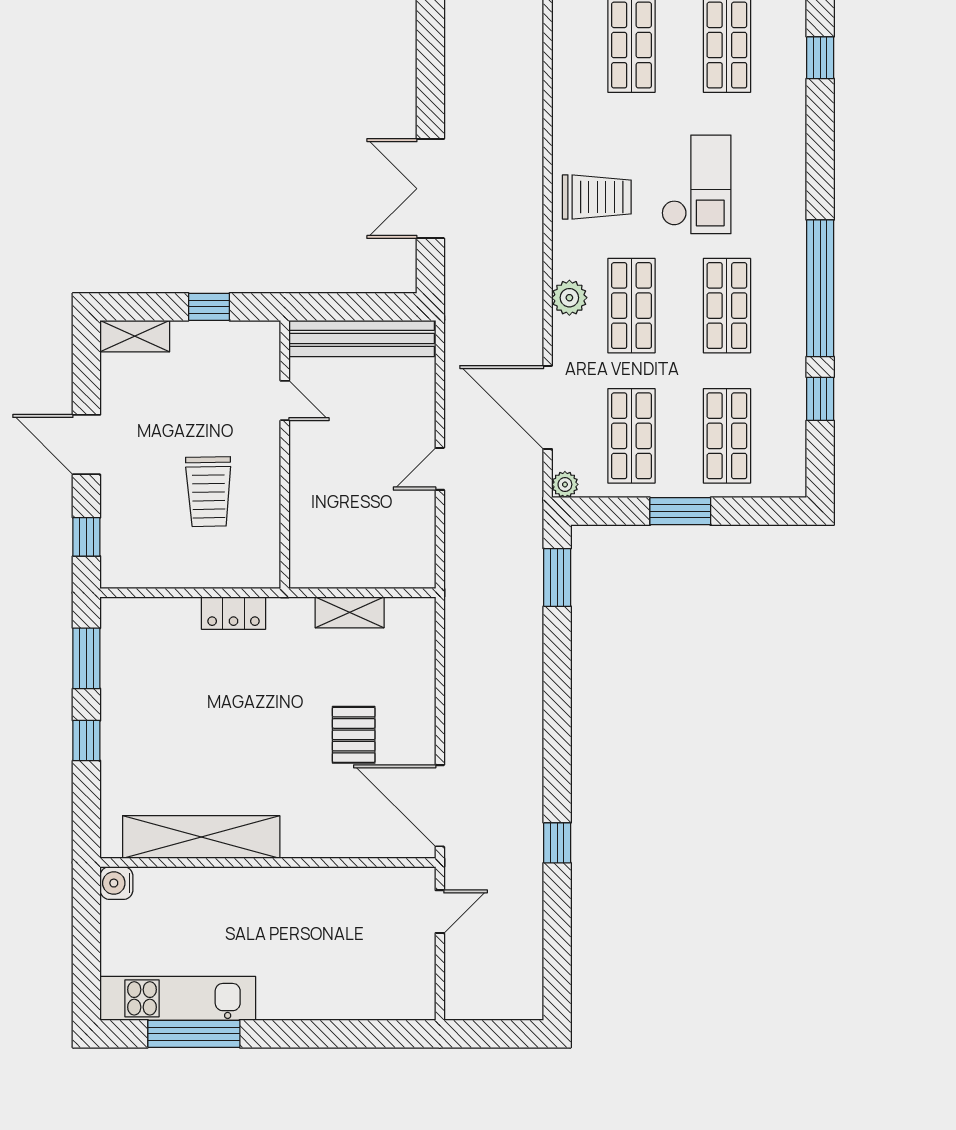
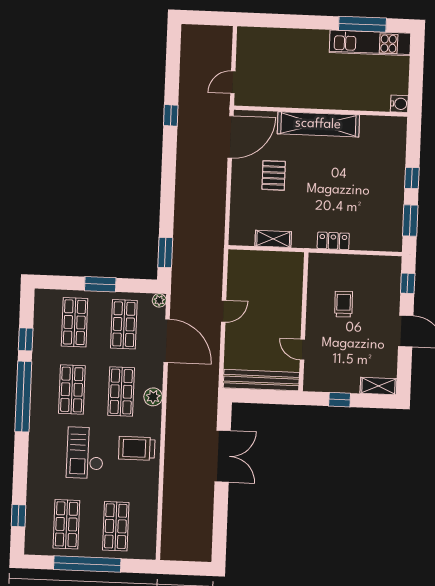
trolley: (209, 492) -> (344, 304), width x0.73, depth x0.72
door: (440, 806) -> (231, 137), hinge flipped
shelving: (201, 837) -> (318, 124), moved

